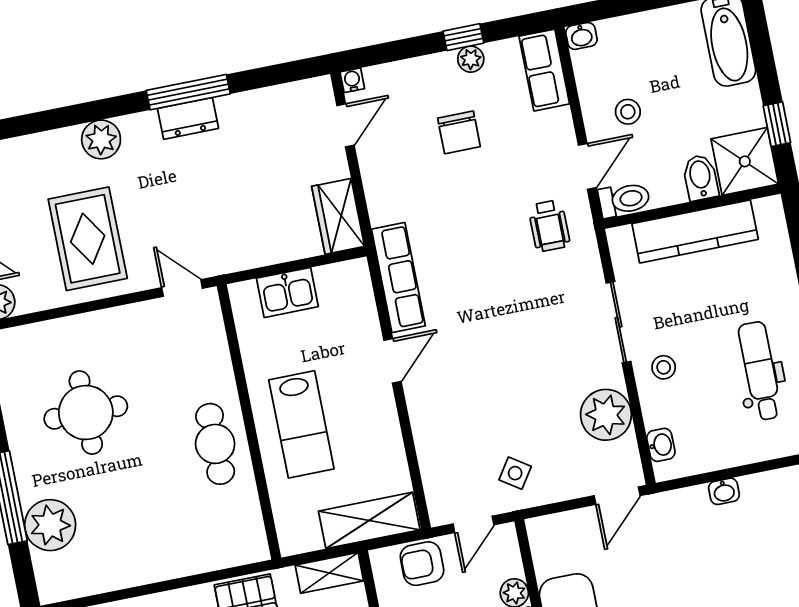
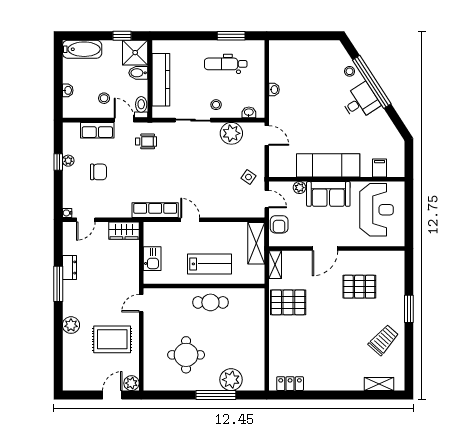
washbasin: (581, 36) -> (68, 90), moved
row of seats: (544, 70) -> (97, 130), moved
dresser: (188, 118) -> (69, 267), moved
door: (345, 125) -> (86, 220), swing flipped

